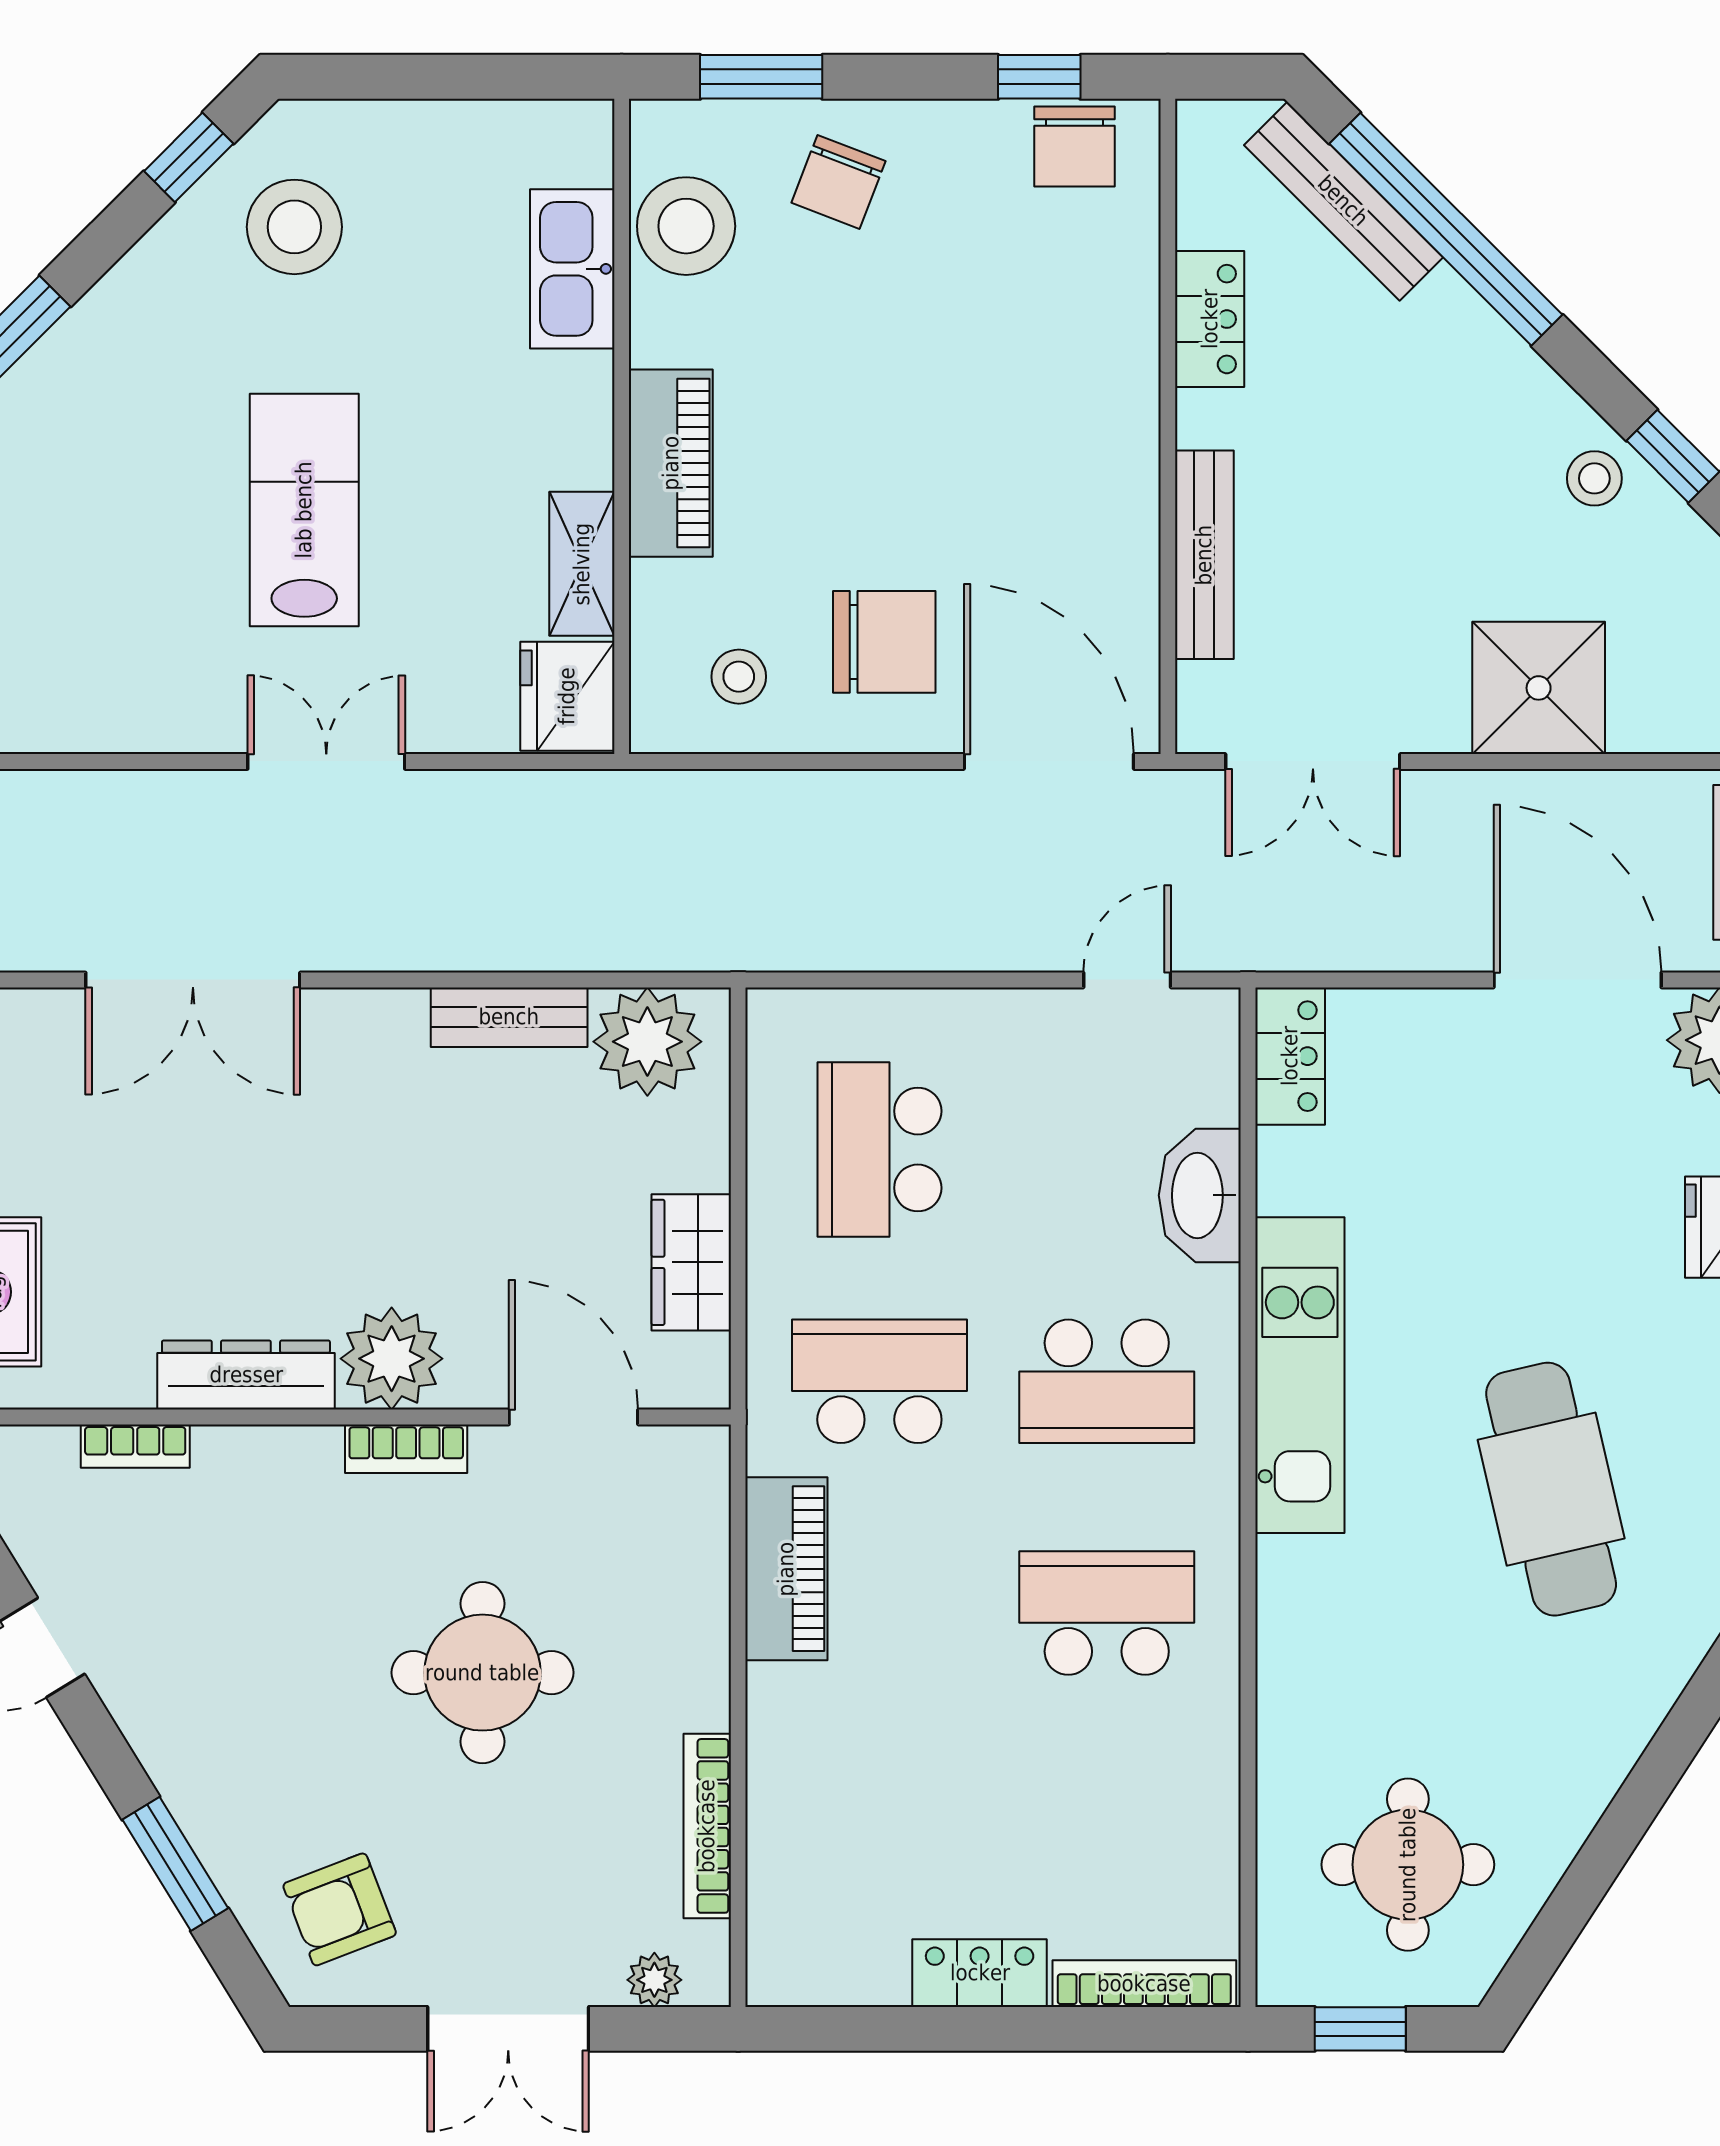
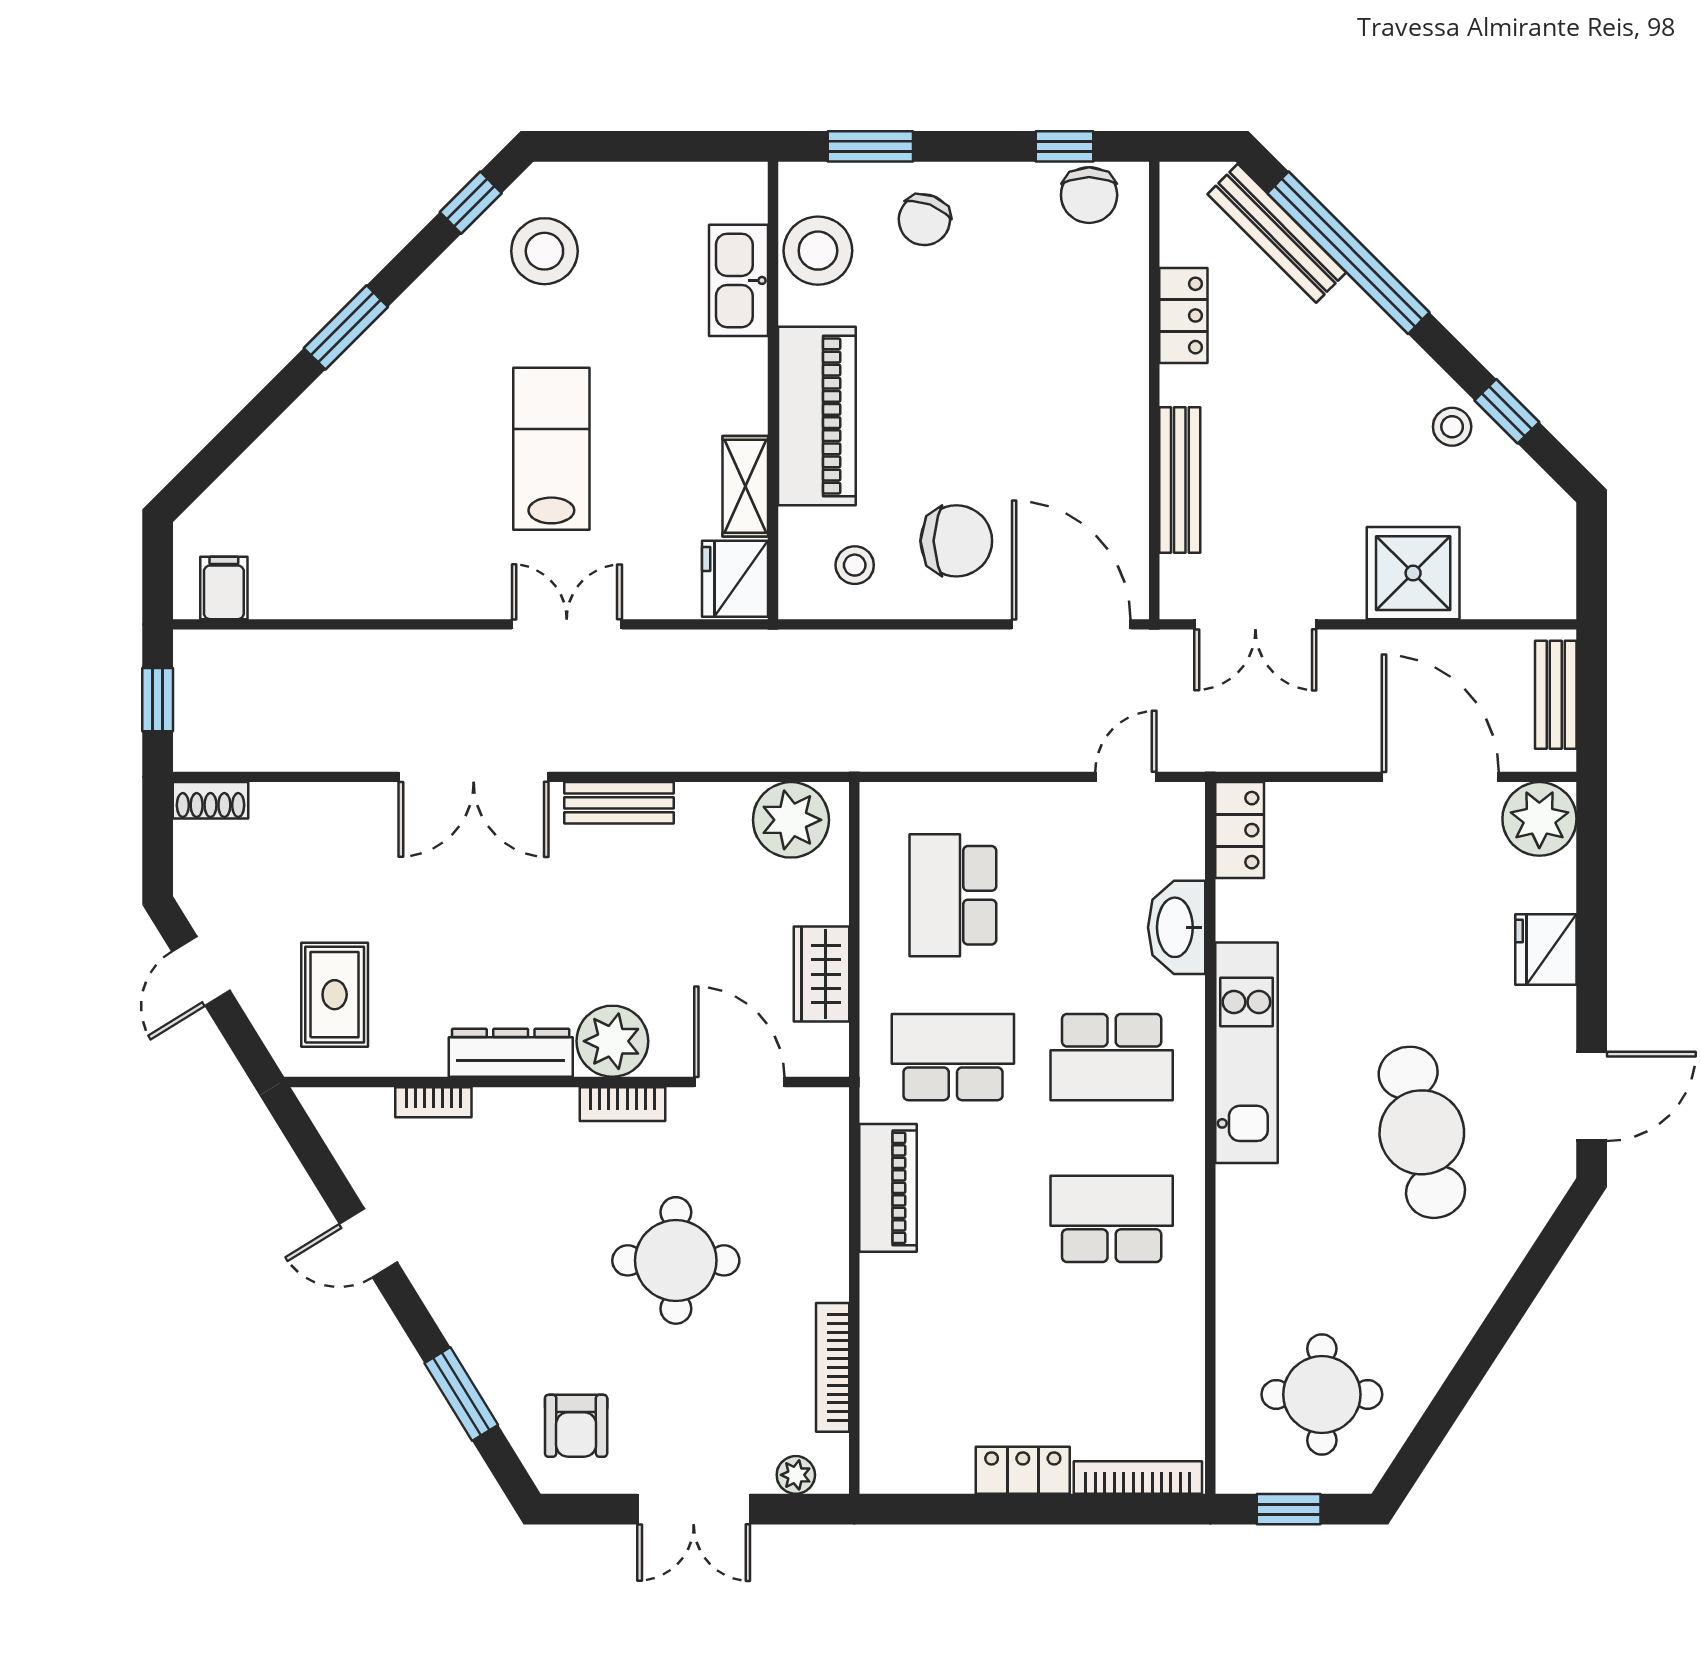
piano: (671, 463) -> (817, 416), width x1.37, depth x1.33
bench: (509, 1017) -> (619, 803), moved
armchair: (340, 1909) -> (576, 1426), turned -69

